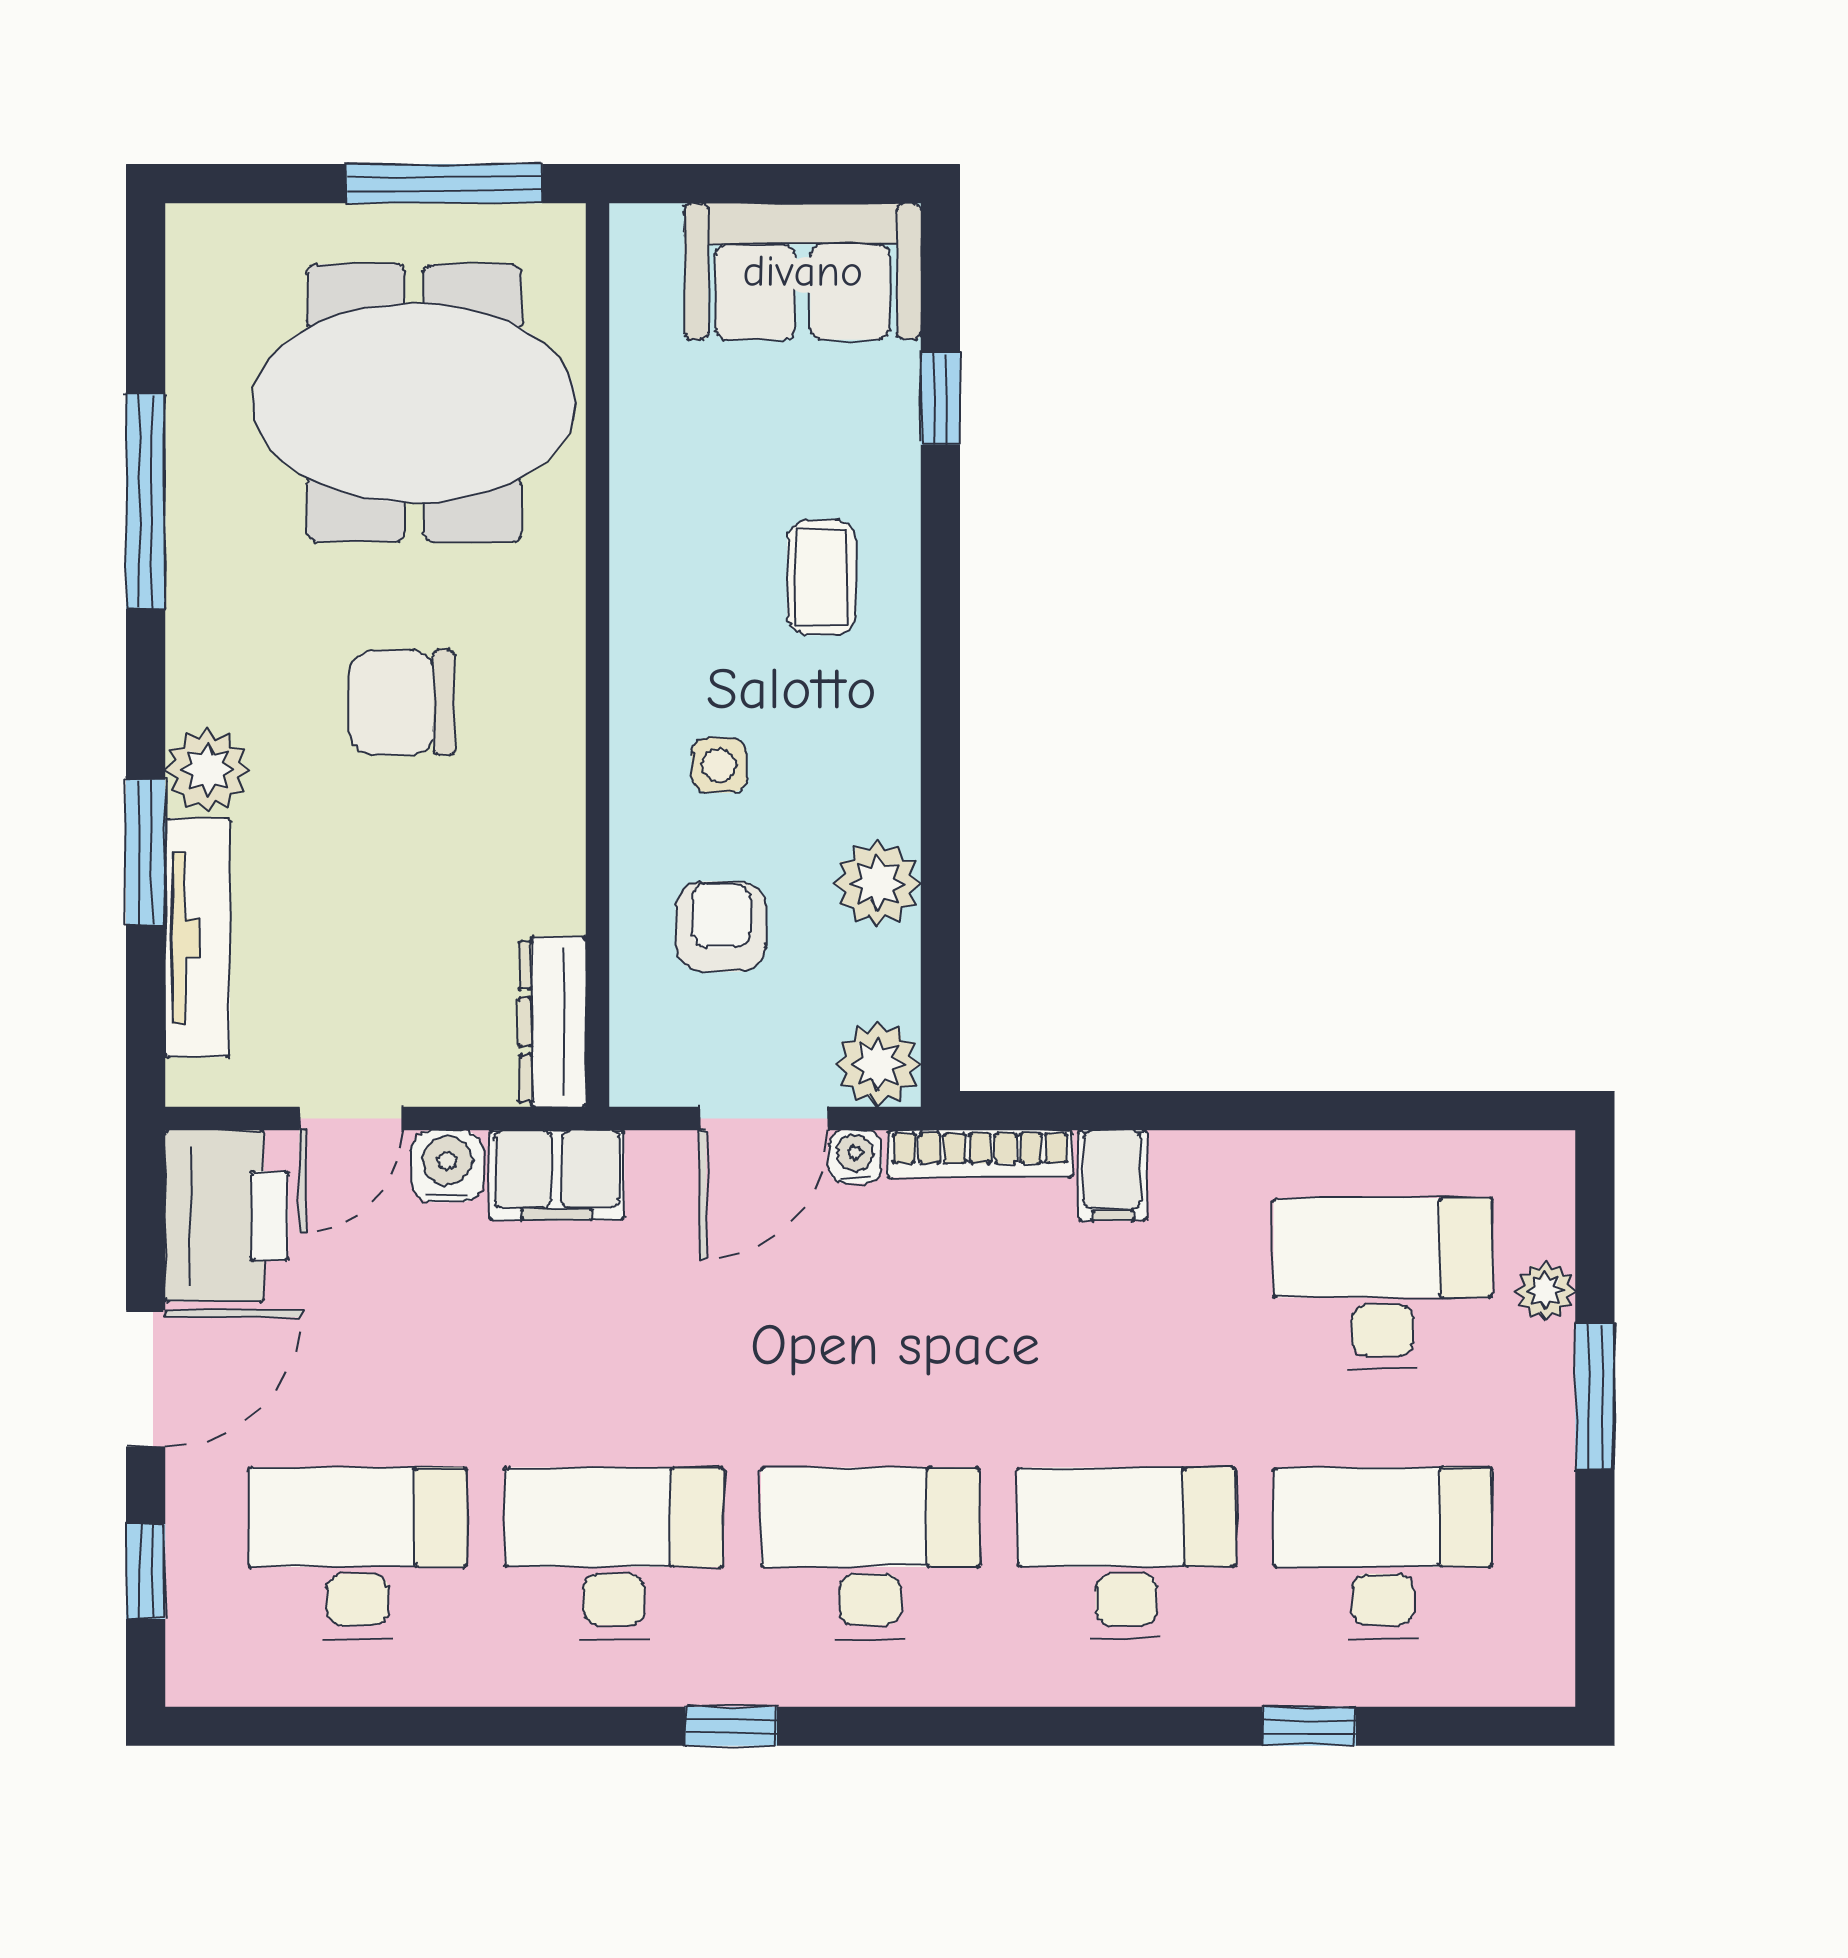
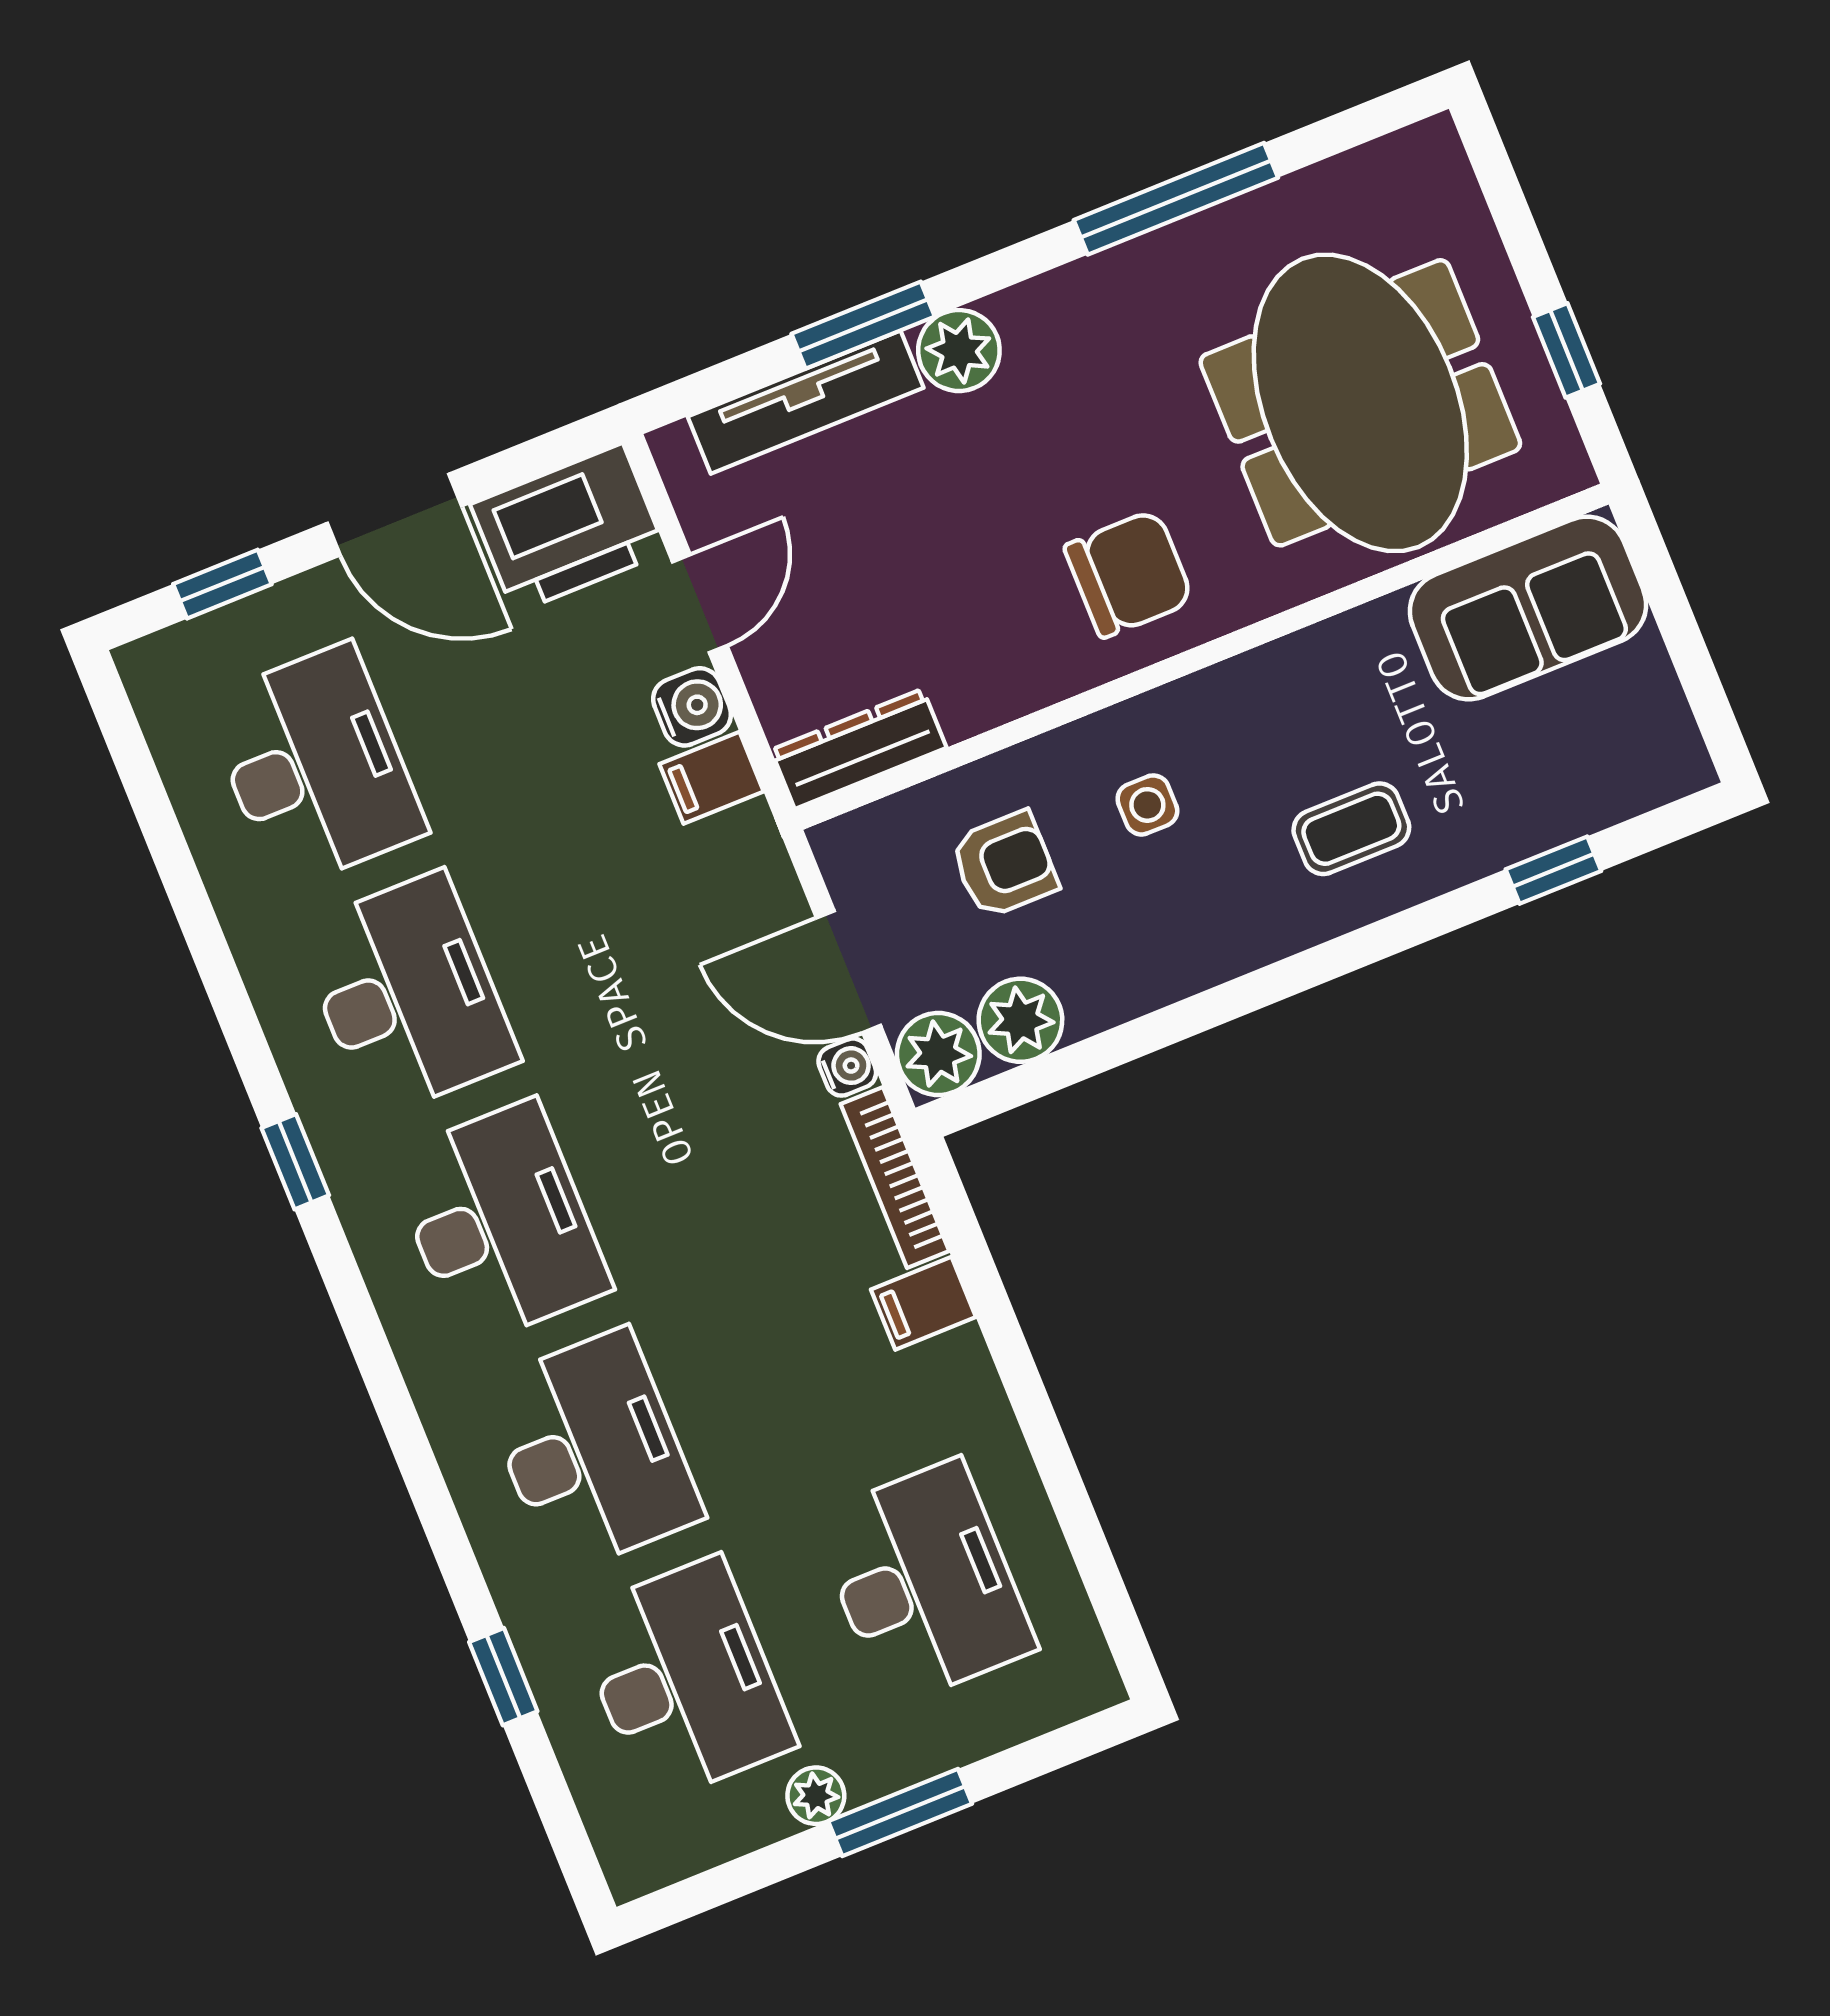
window: (444, 184) -> (1567, 350), width x0.46
sofa: (803, 271) -> (1528, 608), moved, turned -90
chair: (402, 703) -> (1129, 574), moved, turned 90
plant: (877, 883) -> (1020, 1020), moved
door: (351, 1119) -> (700, 604), swing flipped
filing cabinet: (557, 1175) -> (711, 778), width x0.50
plant: (1546, 1291) -> (816, 1796), moved

